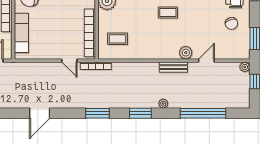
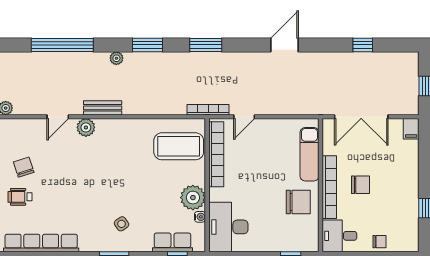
coffee table: (168, 13) -> (110, 182), removed
coffee table: (117, 39) -> (179, 146), width x1.86, depth x1.72
door: (69, 61) -> (244, 117), swing flipped

